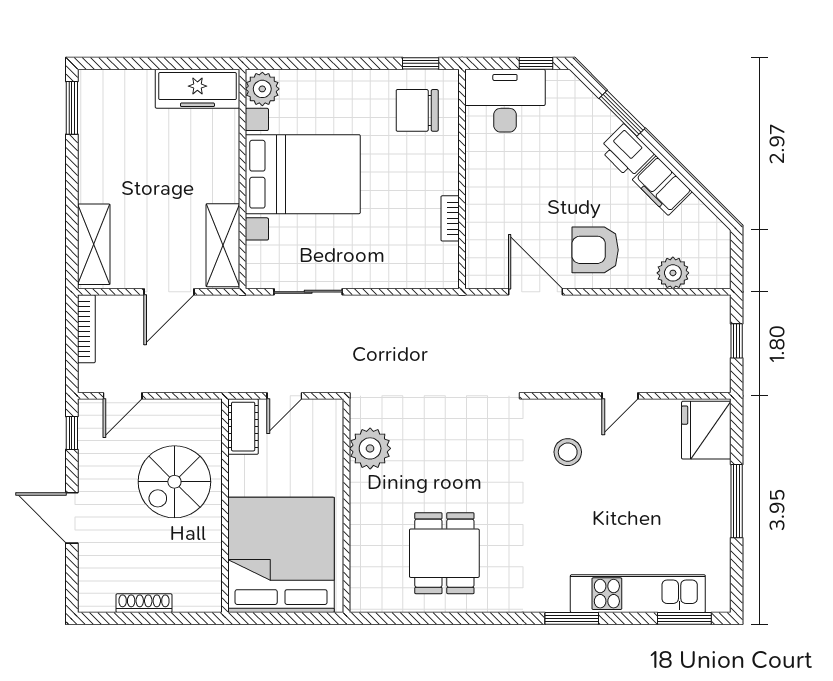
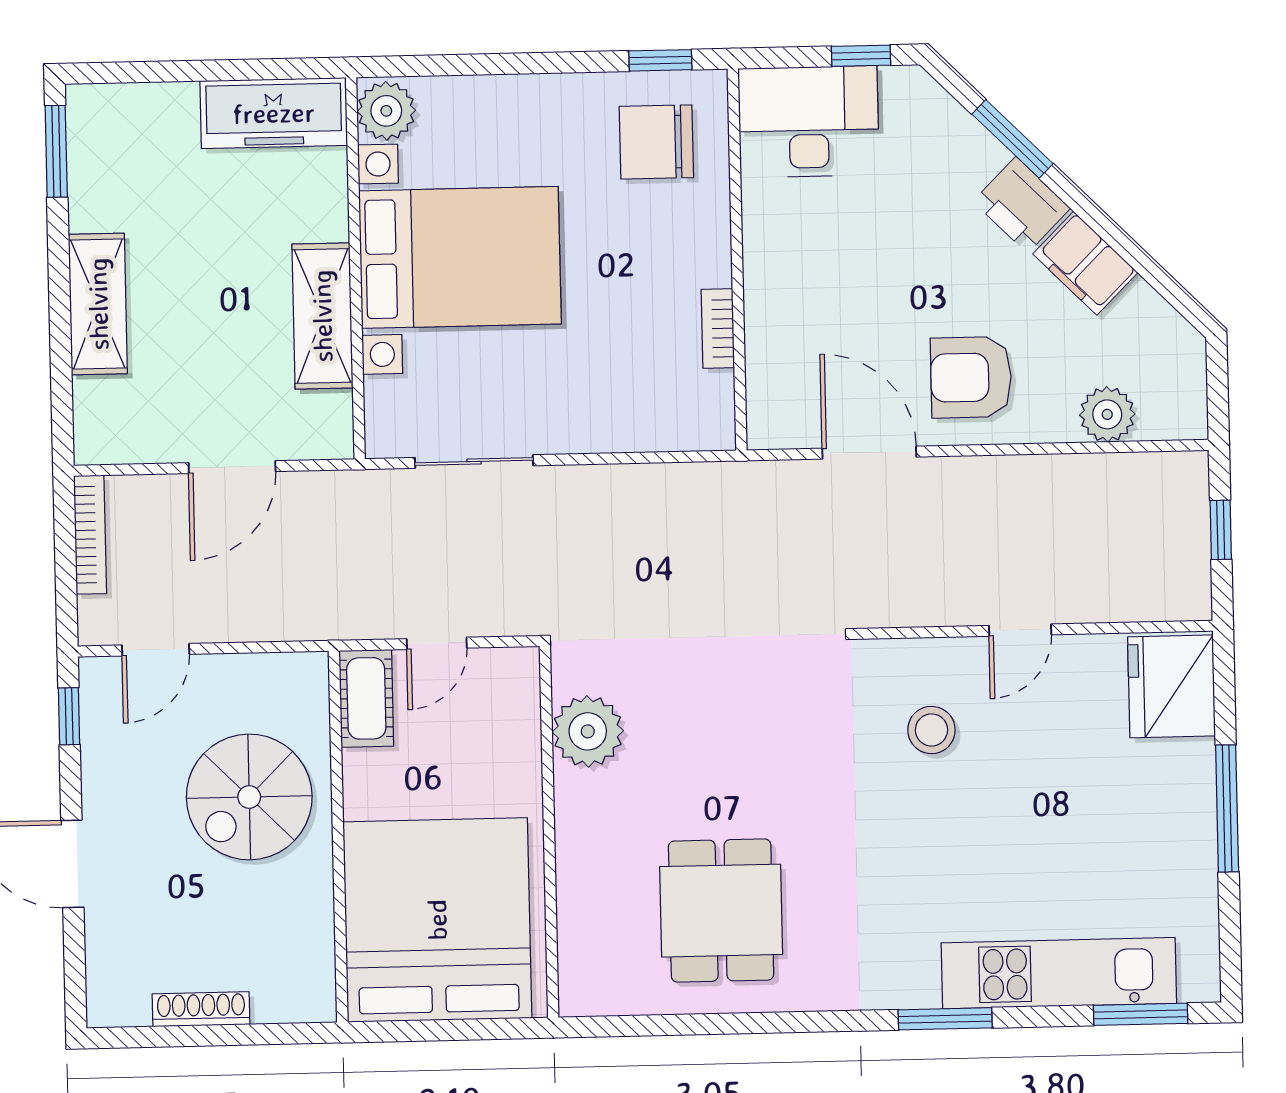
shelving: (94, 244) -> (98, 304), moved
shelving: (223, 245) -> (322, 316), moved

